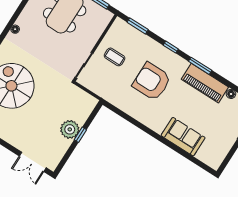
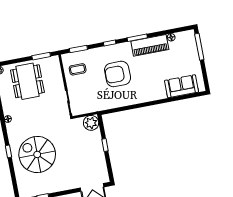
coffee table: (115, 57) -> (78, 69), moved
plant: (70, 129) -> (91, 123), moved
sofa: (183, 137) -> (182, 86), moved

